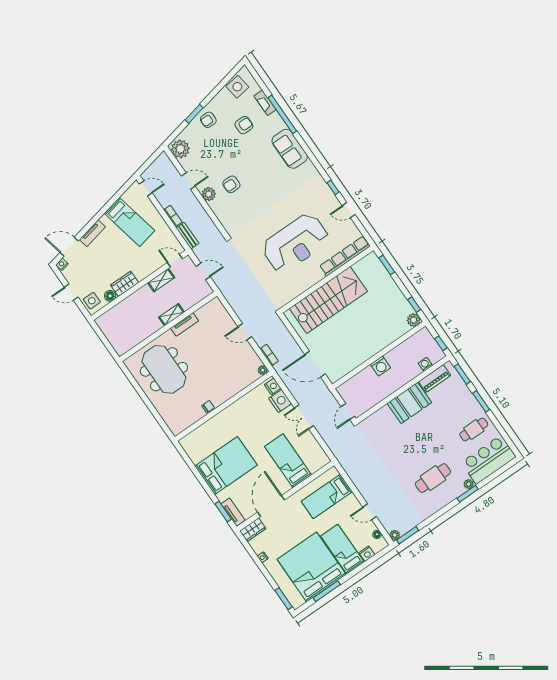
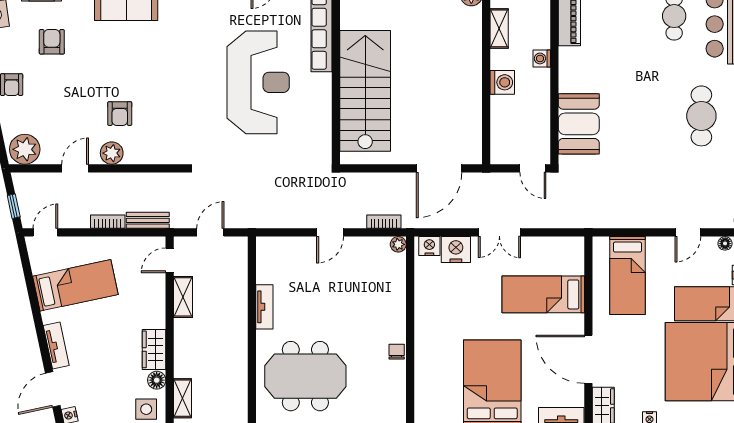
window: (148, 163) -> (14, 206), added
shelving: (171, 315) -> (183, 398), moved
shelving: (407, 346) -> (499, 28), added
washing machine: (425, 364) -> (542, 58), moved
booth: (409, 403) -> (579, 124), moved

